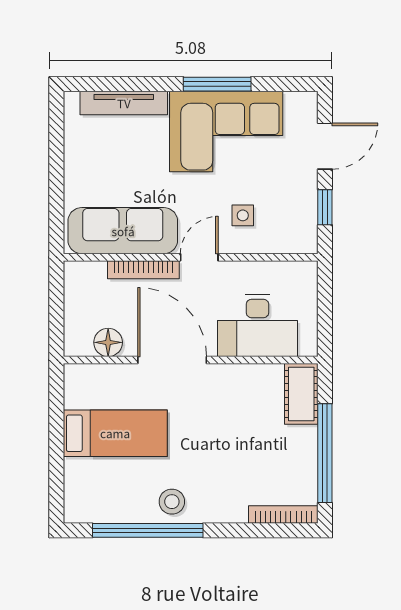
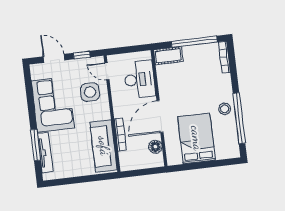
window: (217, 84) -> (36, 145), moved
side table: (243, 215) -> (90, 92), width x1.87, depth x1.87
door: (199, 257) -> (107, 71), moved
bed: (115, 433) -> (197, 138), width x1.50

